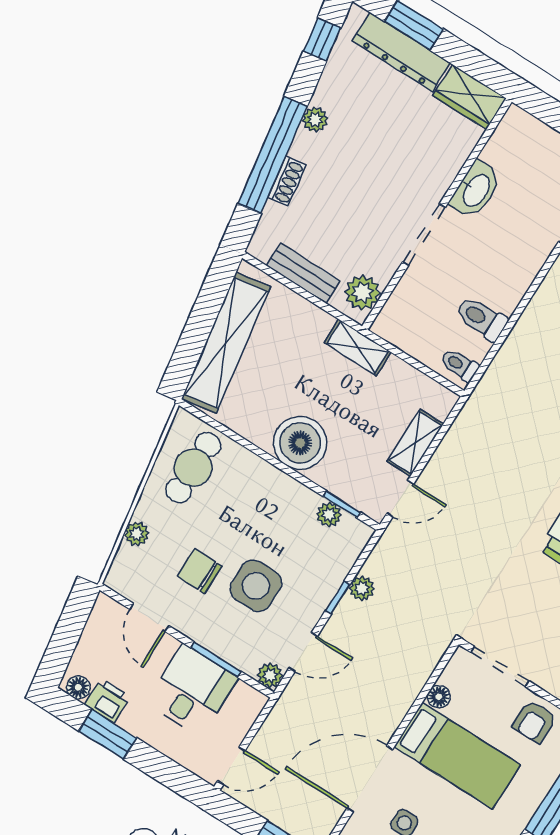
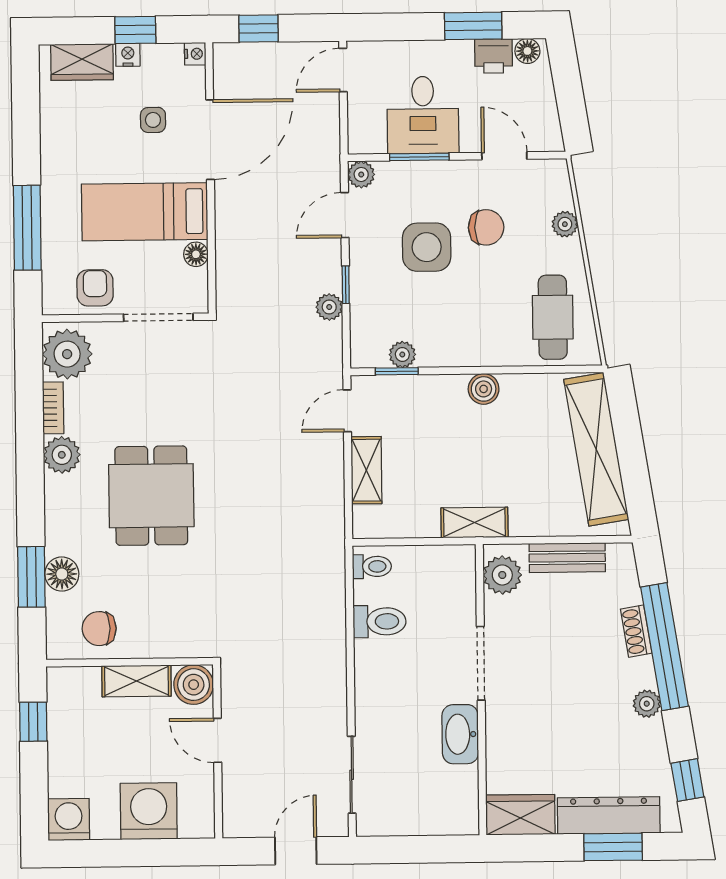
boiler: (300, 443) -> (484, 389), width x0.54, depth x0.54

